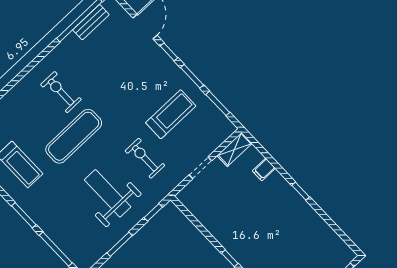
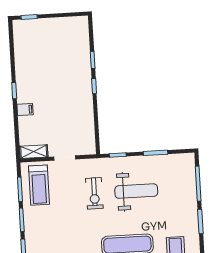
treadmill: (171, 114) -> (39, 185), moved, turned -90
filing cabinet: (264, 169) -> (25, 110), moved
weight bench: (108, 193) -> (136, 191), turned -90

